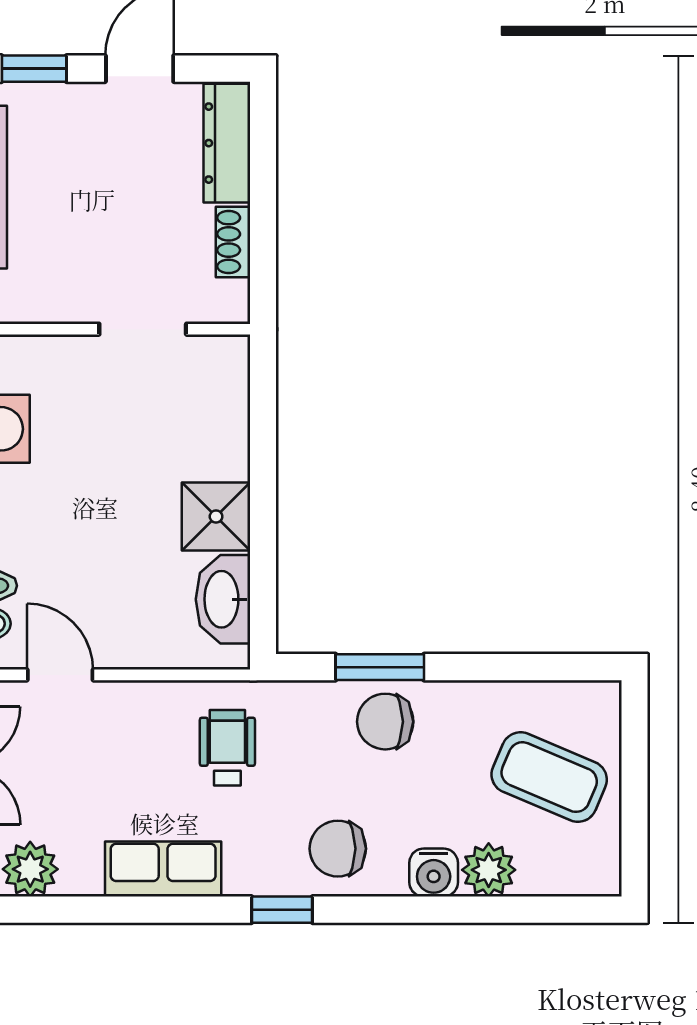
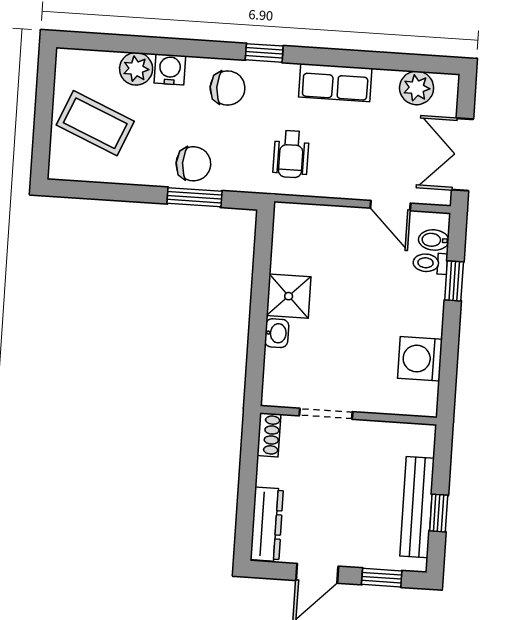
shoe rack: (233, 242) -> (269, 435), moved
washbasin: (223, 599) -> (277, 333), moved, width x0.52, depth x0.69

